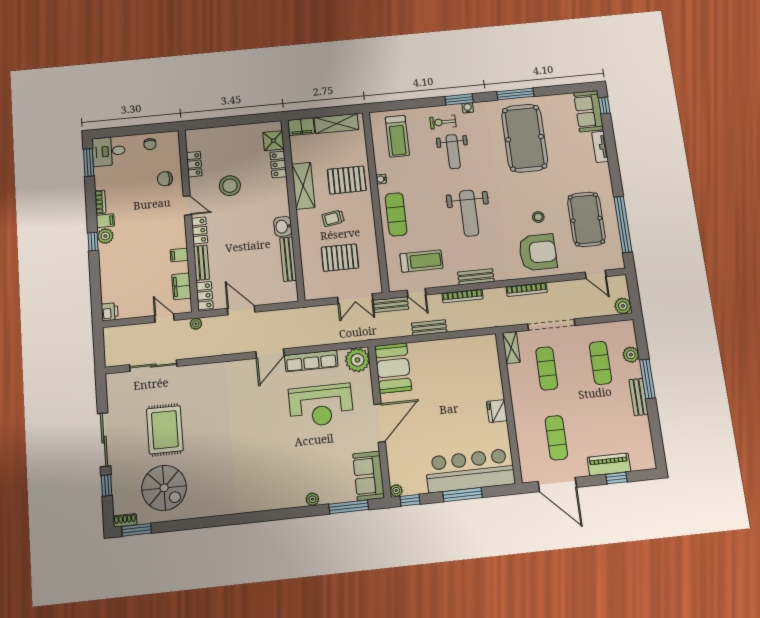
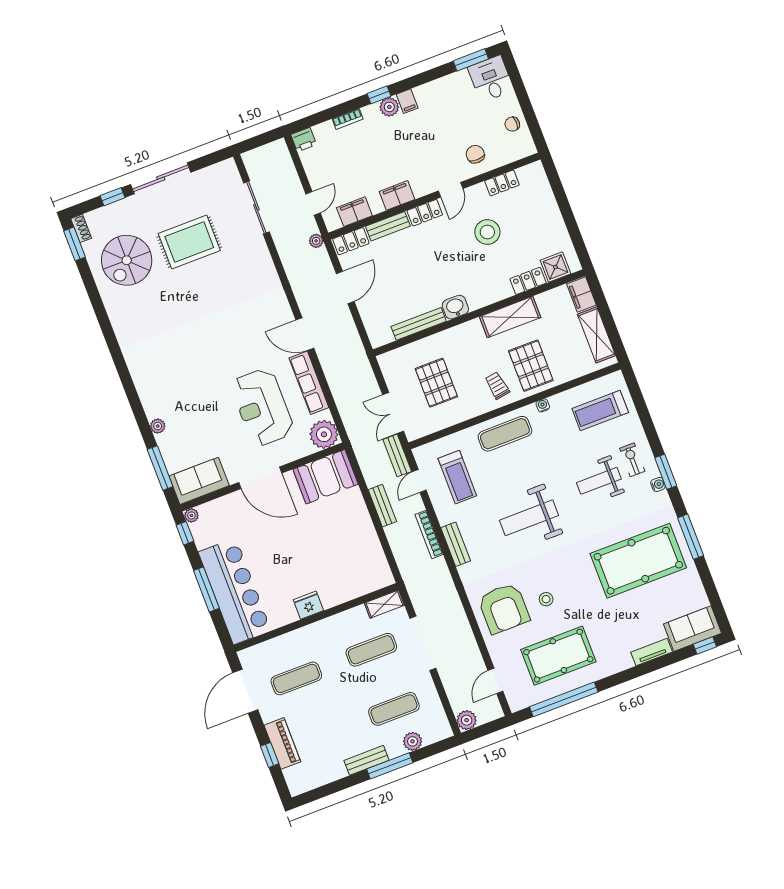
bookcase: (100, 202) -> (348, 119), moved
trolley: (333, 218) -> (497, 385), moved
filing cabinet: (179, 255) -> (397, 195), width x2.00
bookcase: (527, 290) -> (456, 606), removed

